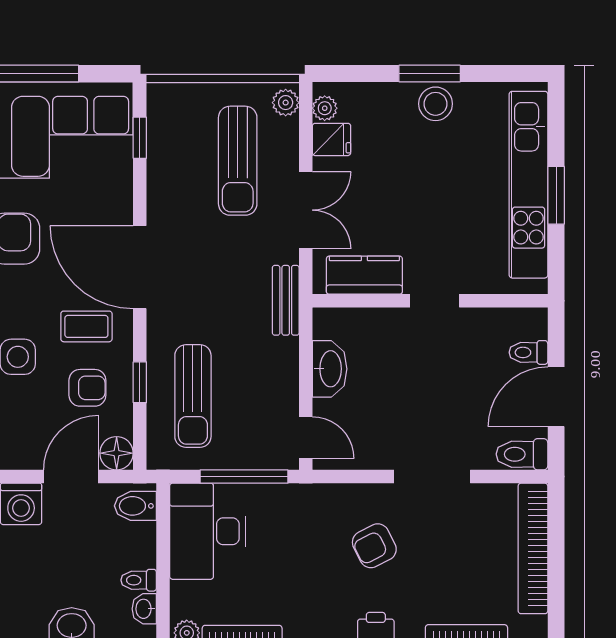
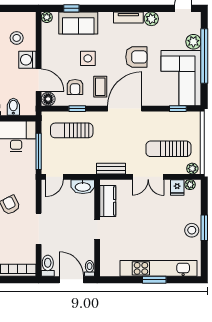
kitchen counter: (364, 275) -> (108, 201), moved
wall: (430, 301) -> (97, 228), moved
doorway: (435, 301) -> (97, 230), moved
bidet: (135, 506) -> (13, 107), moved

